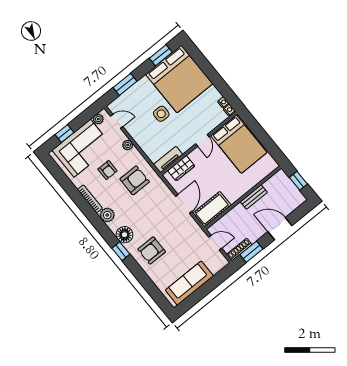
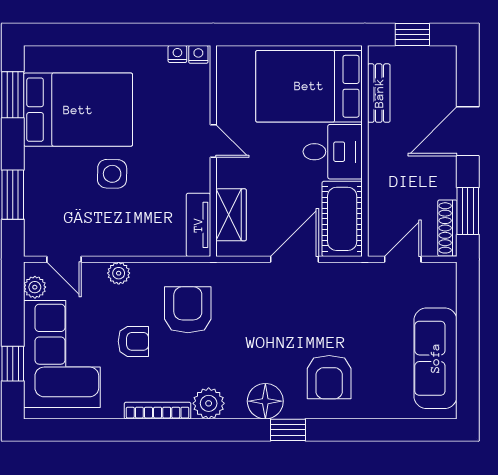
bed: (179, 79) -> (78, 110), width x0.73
door: (117, 121) -> (64, 259), swing flipped
bed: (239, 144) -> (309, 86), moved, turned 180
desk: (233, 186) -> (333, 152), added
bench: (254, 197) -> (379, 93), moved
door: (184, 204) -> (295, 259), hinge flipped

